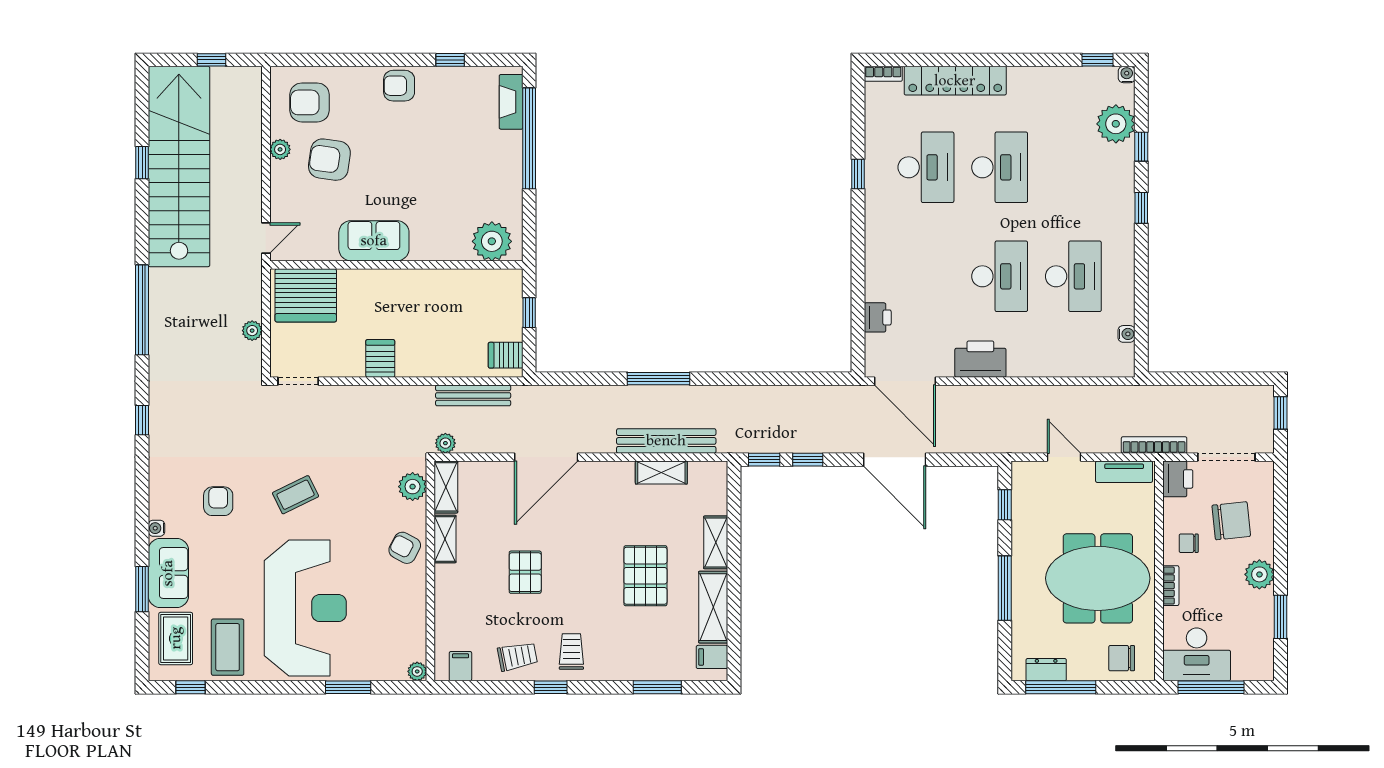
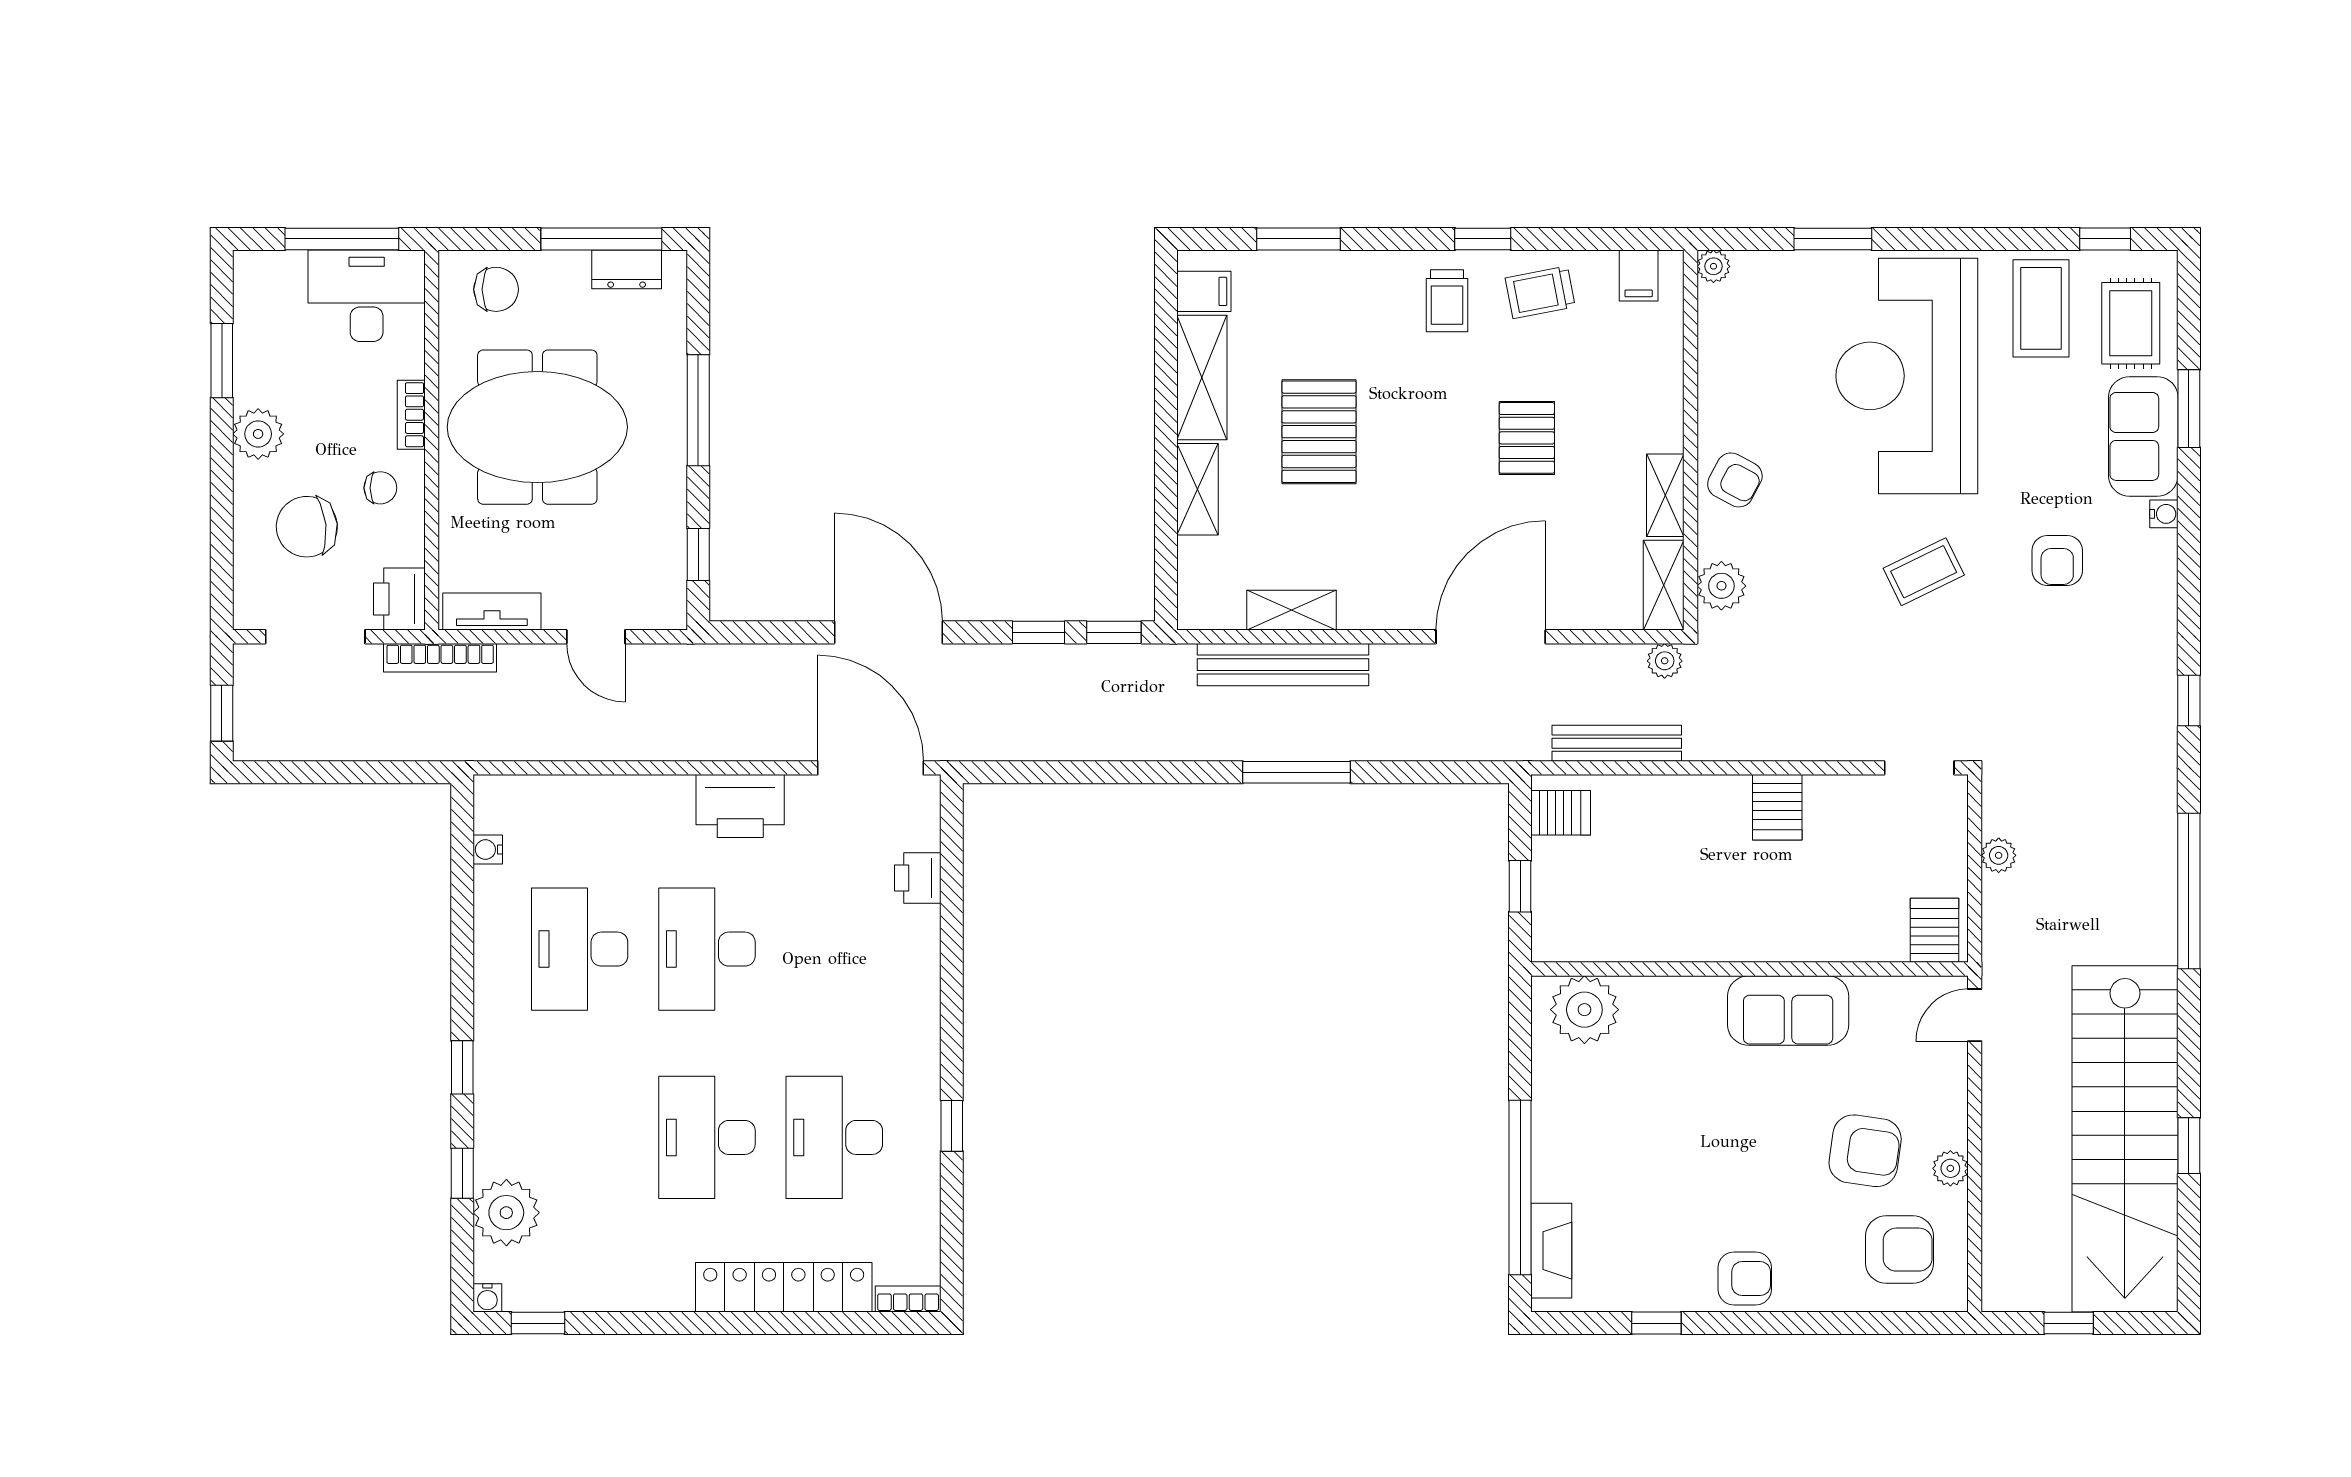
server rack: (306, 295) -> (1935, 930), width x0.46, depth x0.70

